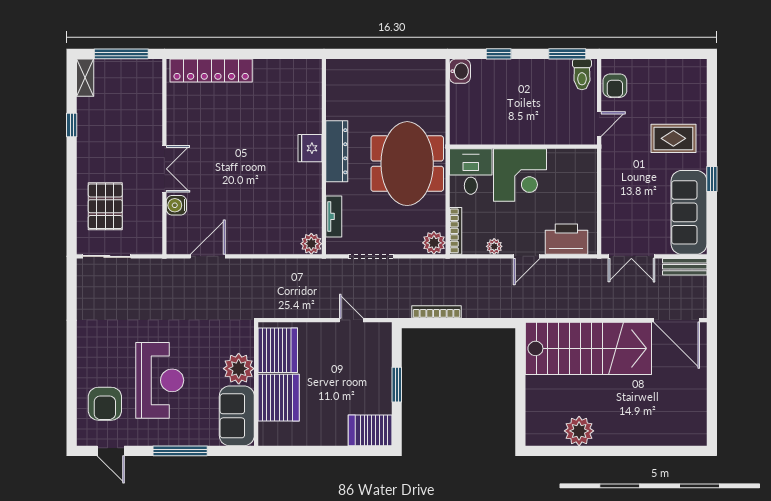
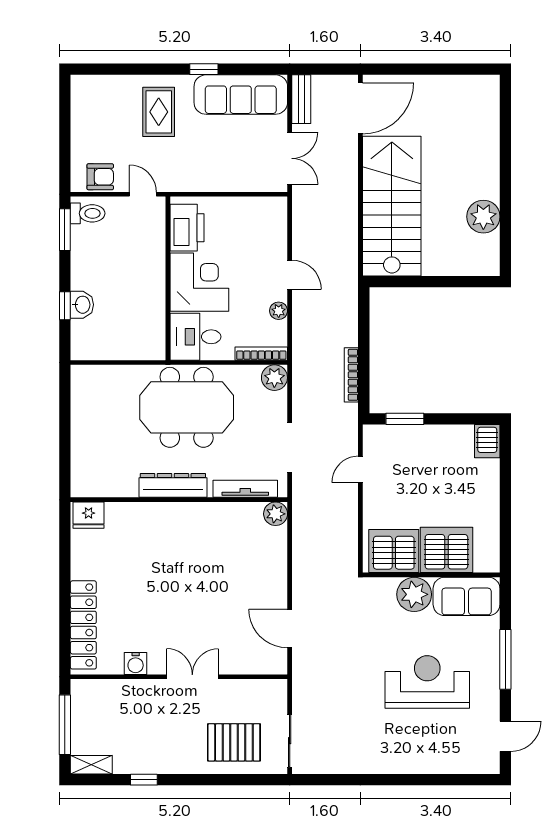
washbasin: (460, 71) -> (82, 305), moved, turned 90
fridge: (310, 148) -> (89, 515), moved
water cooler: (176, 205) -> (136, 663), moved
tv unit: (334, 216) -> (245, 489), width x1.41
printer: (566, 239) -> (187, 228), moved, turned 180
window: (397, 385) -> (405, 419), moved
armchair: (105, 404) -> (453, 743), removed
server rack: (370, 430) -> (487, 441), width x0.73, depth x0.70

